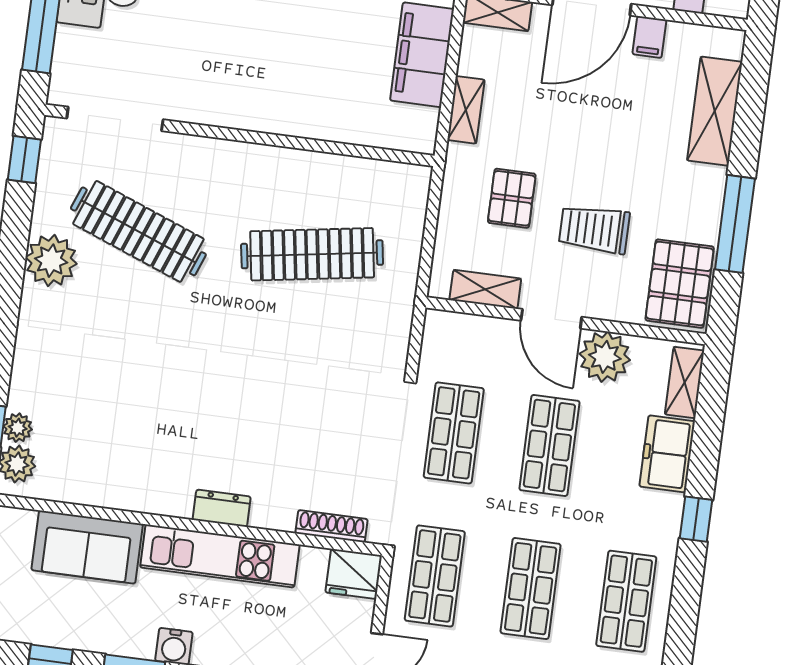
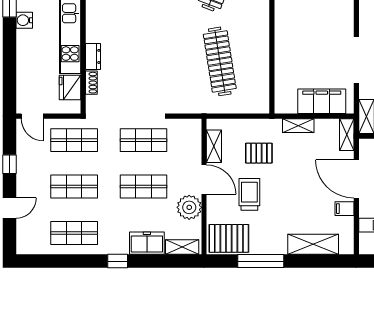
door: (551, 319) -> (204, 179), swing flipped
dresser: (222, 508) -> (93, 56), moved
shoe rack: (331, 526) -> (91, 83), width x0.70
fridge: (354, 574) -> (70, 87), moved

